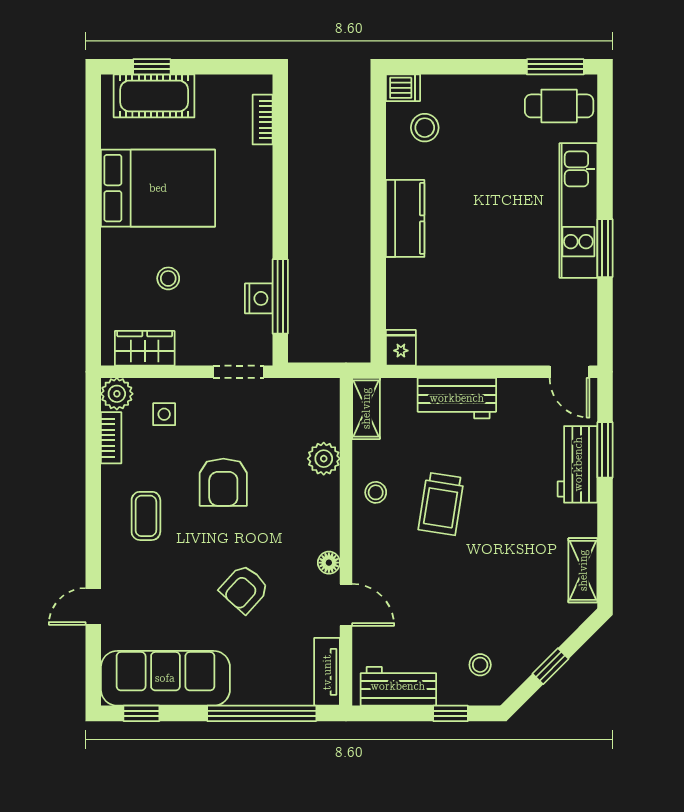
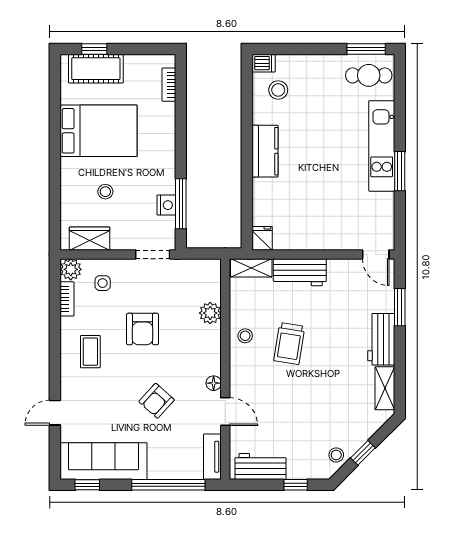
shelving: (366, 408) -> (251, 268), moved, turned 90
workbench: (578, 464) -> (381, 339), moved
stool: (480, 665) -> (336, 455), moved

